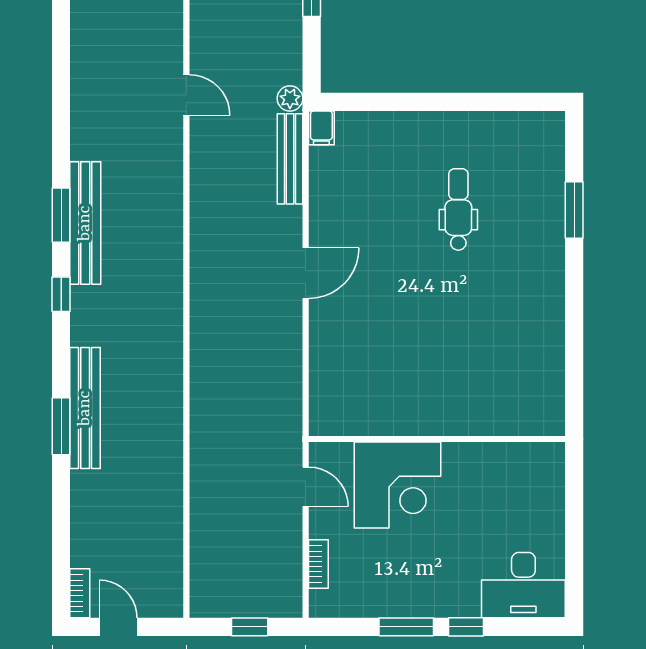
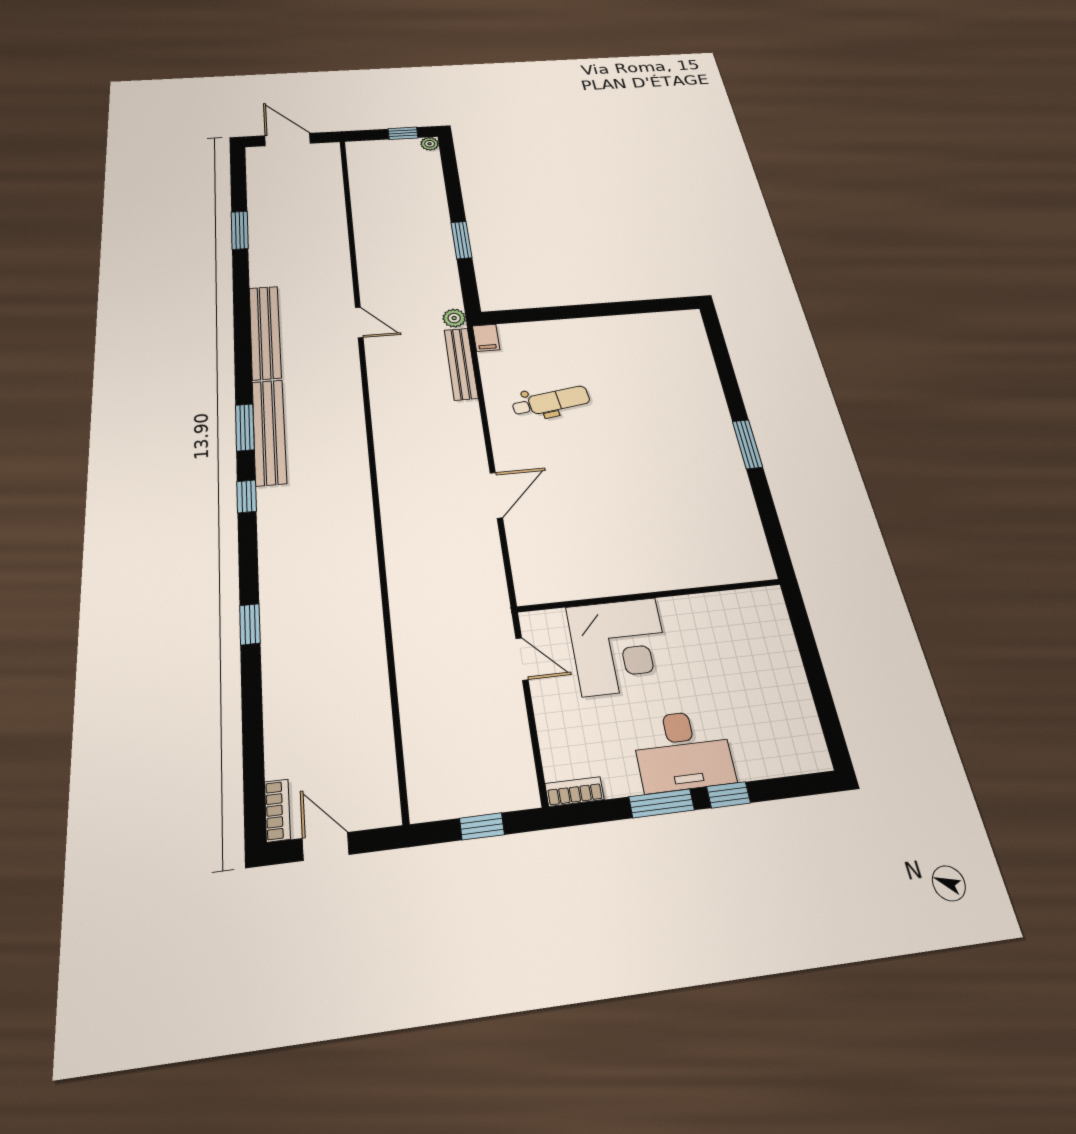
dental chair: (458, 209) -> (551, 401), moved, turned 82
window: (574, 210) -> (747, 444), moved
door: (306, 273) -> (496, 495), moved
bench: (85, 408) -> (265, 332), moved
window: (61, 426) -> (250, 624), width x0.67
bookcase: (318, 564) -> (574, 792), moved, turned -90
desk: (523, 585) -> (683, 751), moved

